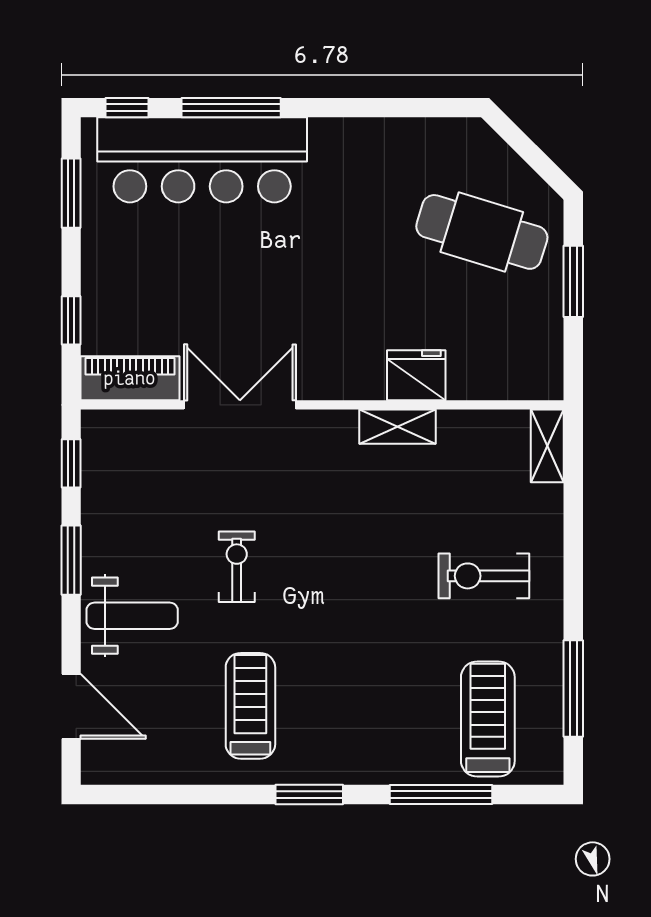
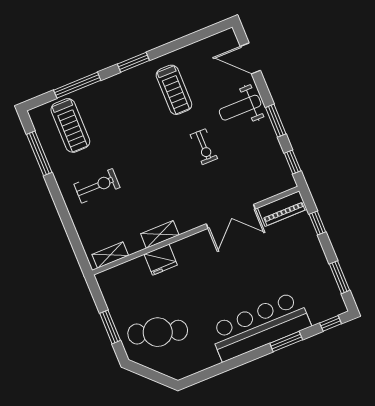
window: (231, 108) -> (286, 341), width x0.69
bar counter: (202, 160) -> (260, 326), moved
shelving: (547, 446) -> (110, 255), moved, turned 90

